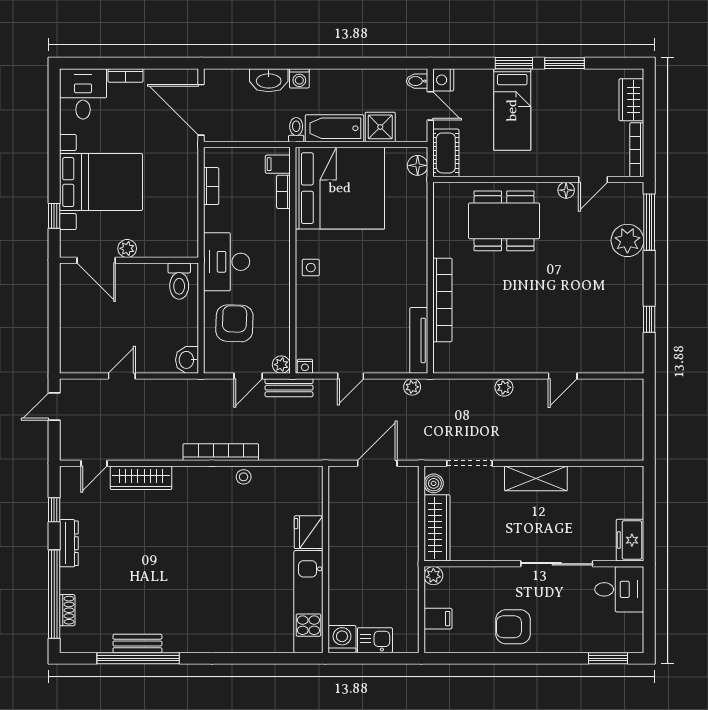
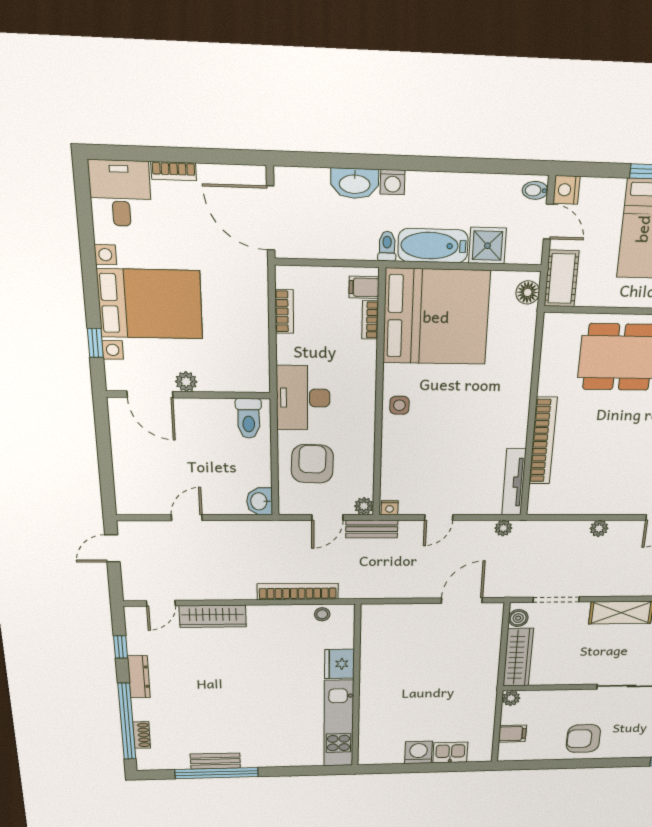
fridge: (309, 532) -> (339, 664), moved
wall: (325, 559) -> (356, 687), moved
kitchen unit: (308, 602) -> (339, 723), moved

